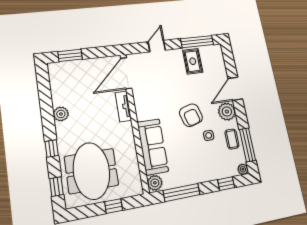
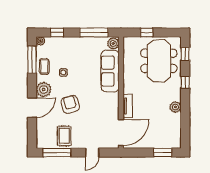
armchair: (191, 115) -> (70, 104), moved

